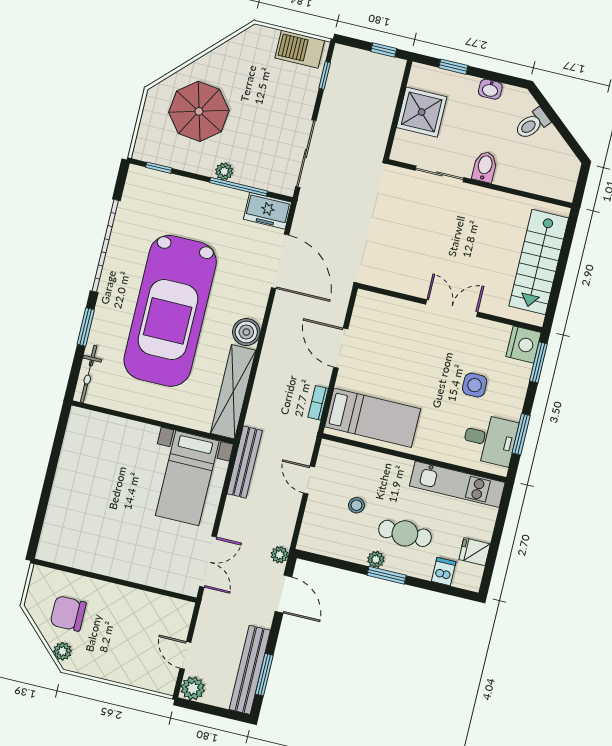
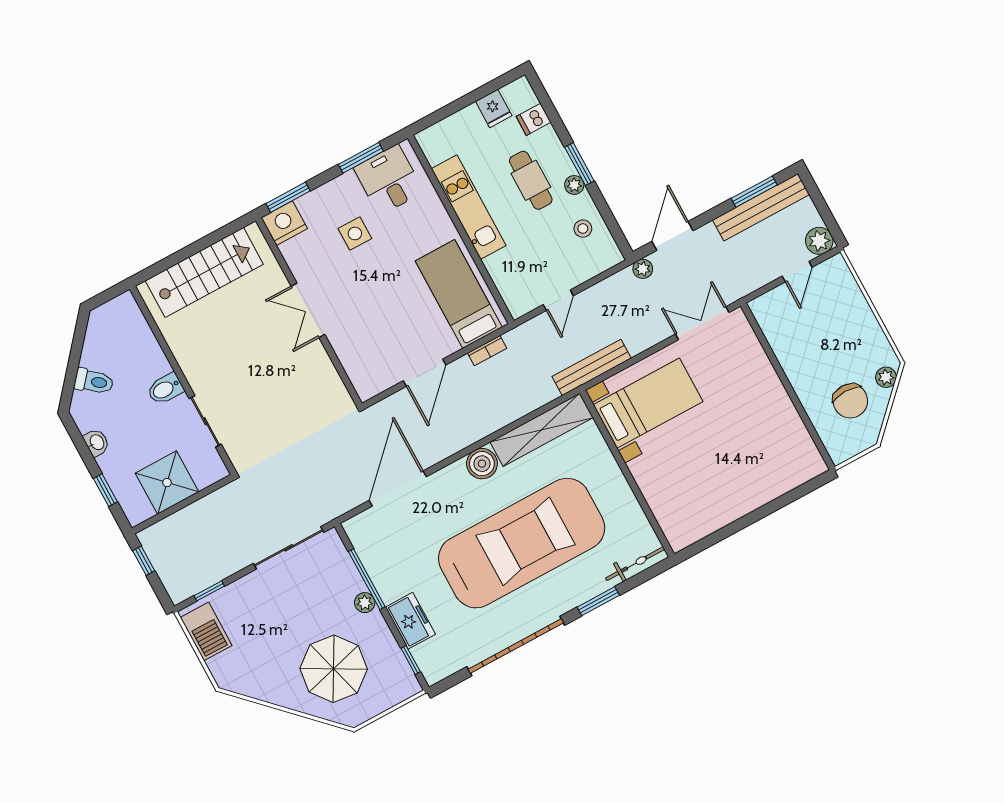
freezer: (267, 211) -> (410, 621), moved
kitchen unit: (457, 484) -> (469, 207), moved
stool: (356, 505) -> (583, 229), moved

